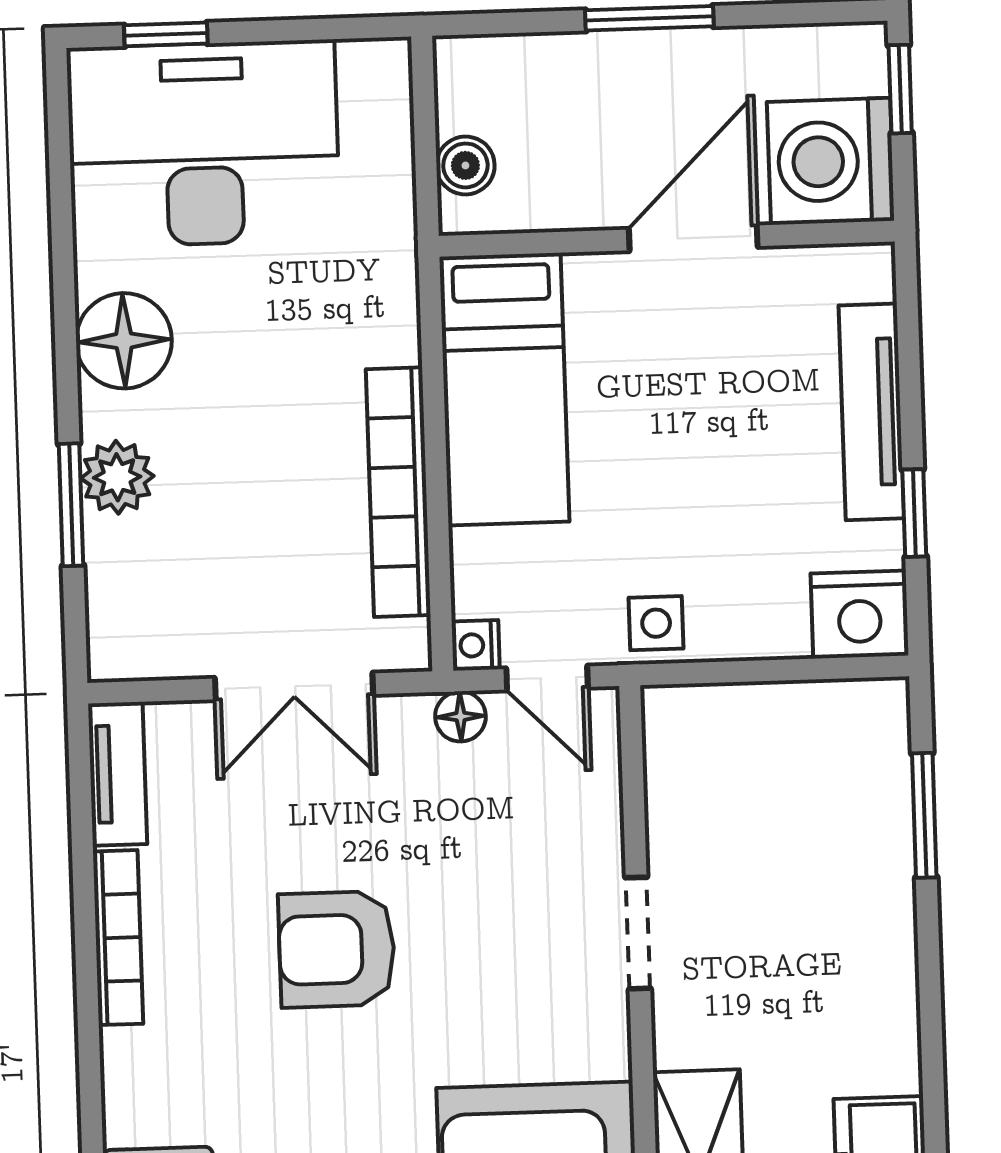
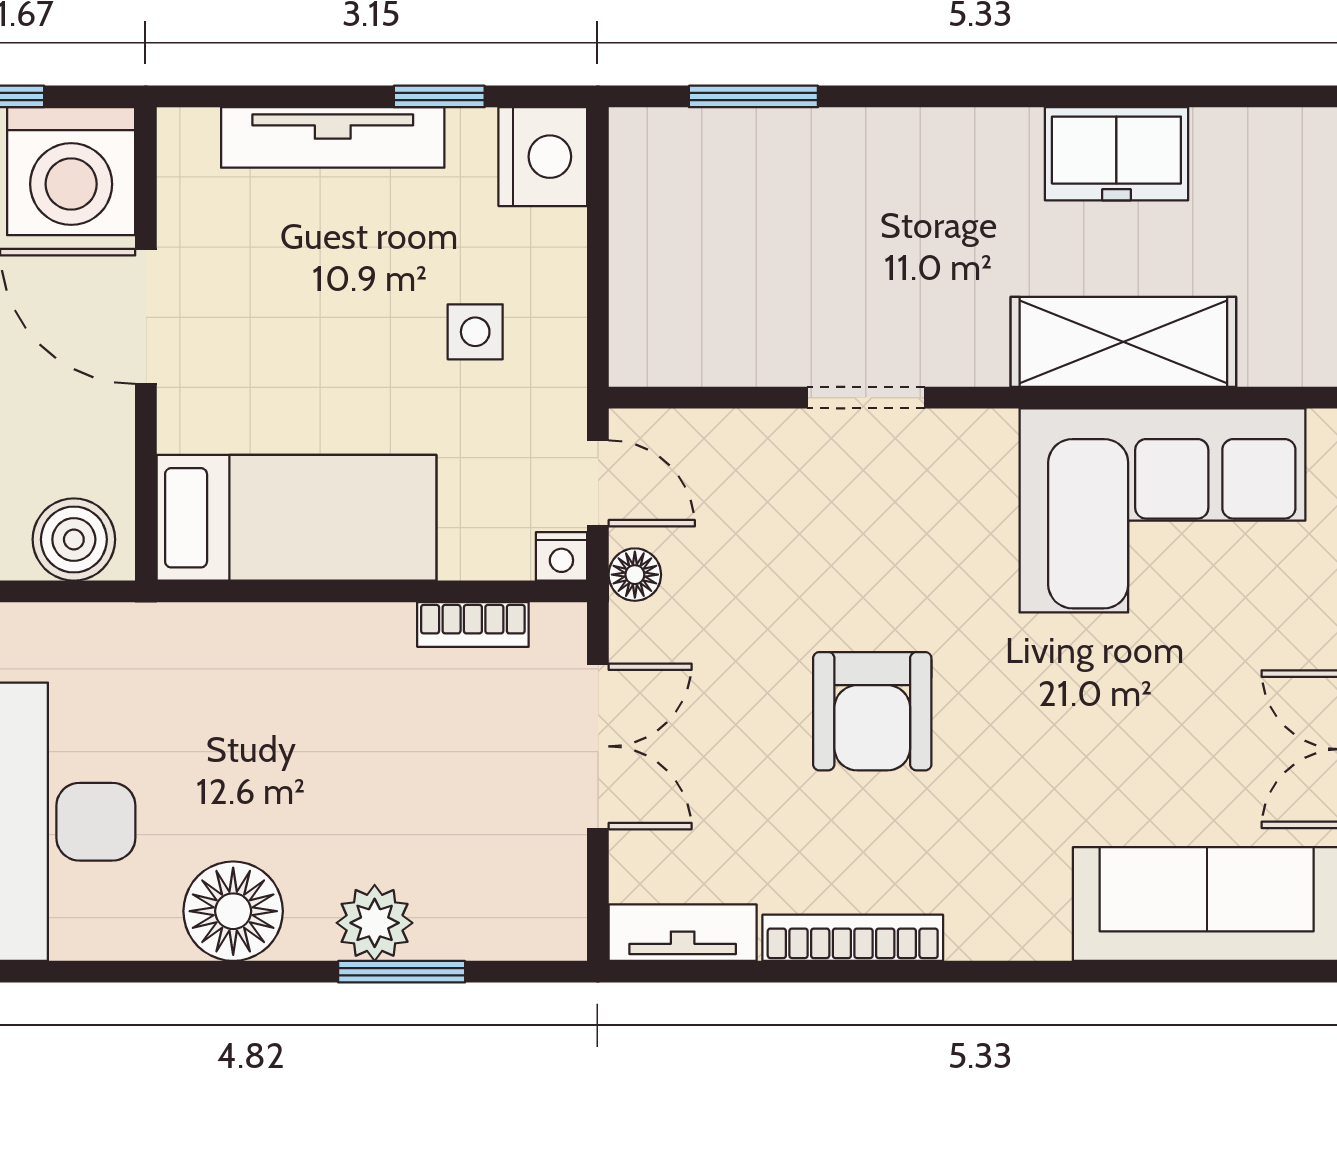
boiler: (465, 165) -> (74, 539), width x1.36, depth x1.36
bookcase: (398, 492) -> (473, 625), width x0.43, depth x0.76
side table: (656, 623) -> (475, 332), moved
door: (547, 678) -> (598, 483), hinge flipped

